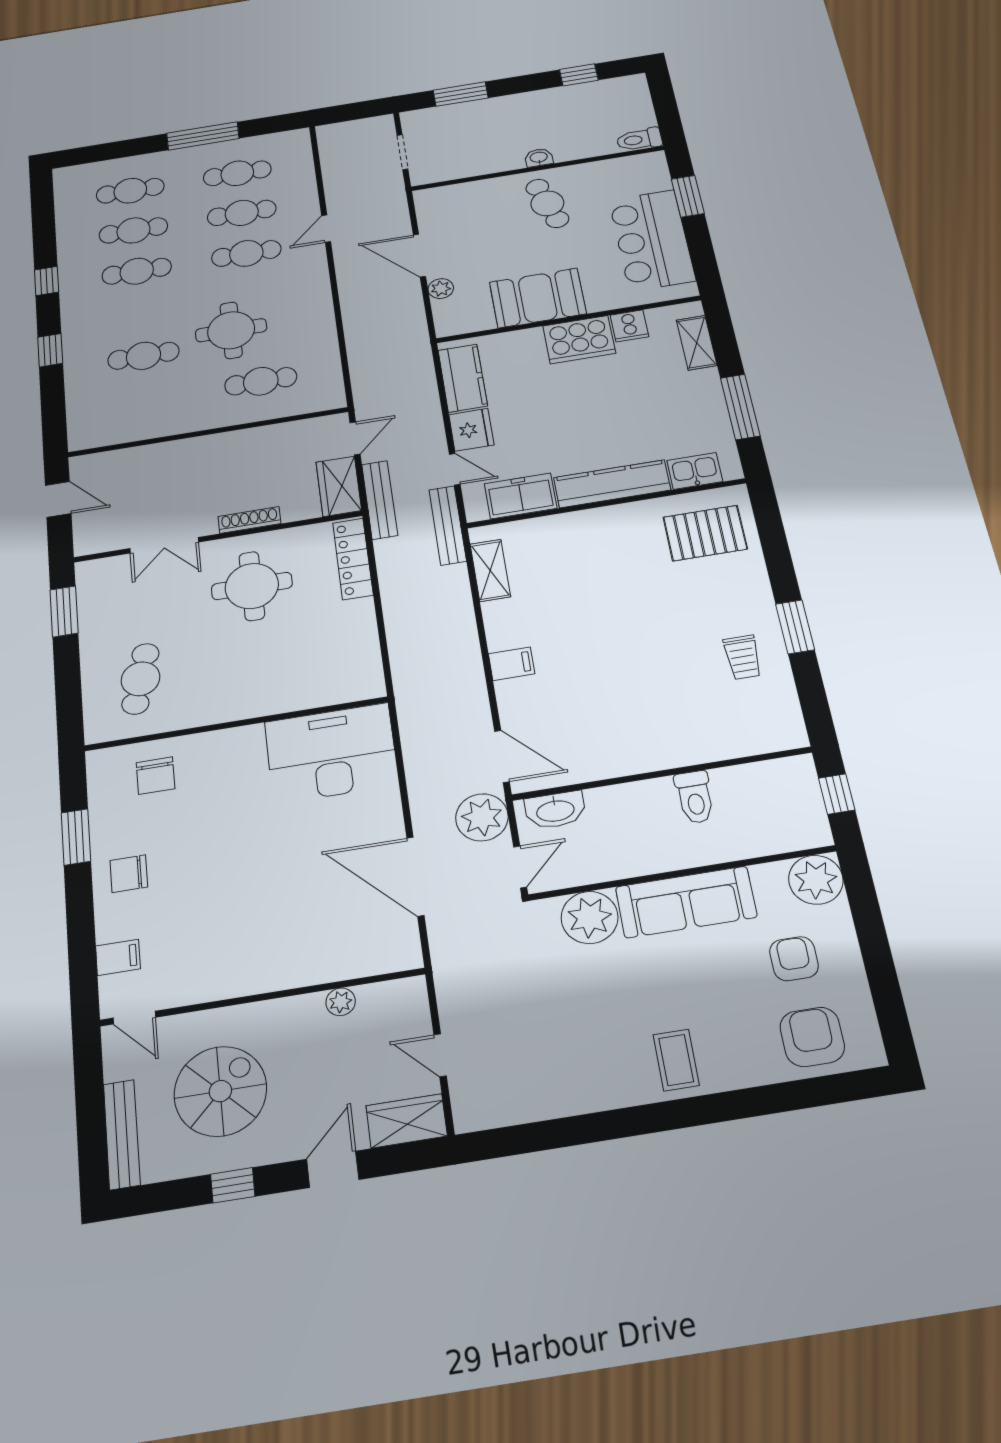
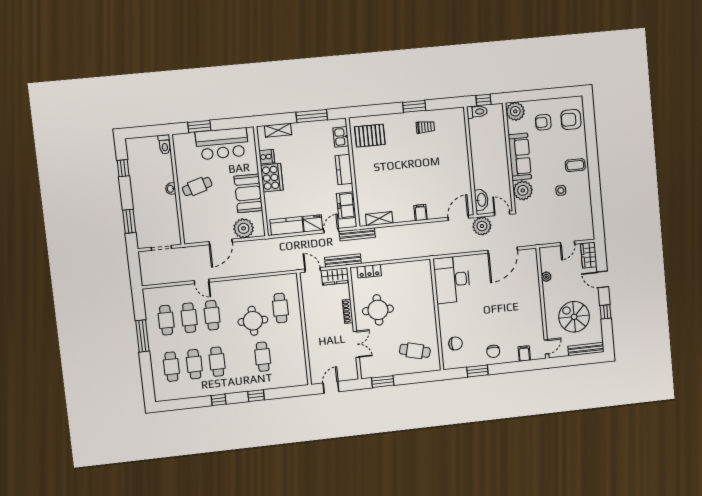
plant: (441, 289) -> (244, 228), width x1.87, depth x1.87
kitchen counter: (612, 484) -> (344, 169), width x0.67
pallet: (705, 533) -> (370, 136), turned 90
locker: (353, 559) -> (369, 271), width x0.66
toilet: (695, 797) -> (477, 112), moved
side table: (597, 1024) -> (561, 190), added

